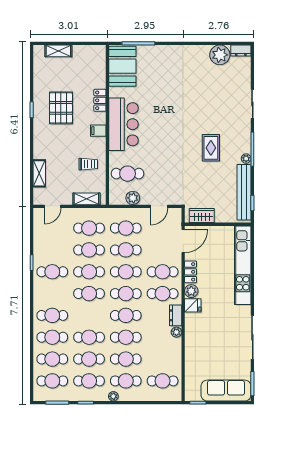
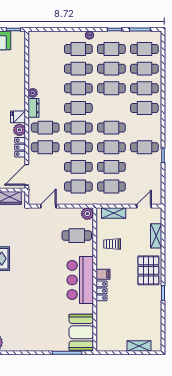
locker: (100, 100) -> (102, 291), moved
pallet: (61, 108) -> (148, 270), moved
plant: (133, 198) -> (87, 214), moved
cafe table: (163, 381) -> (45, 49), removed

